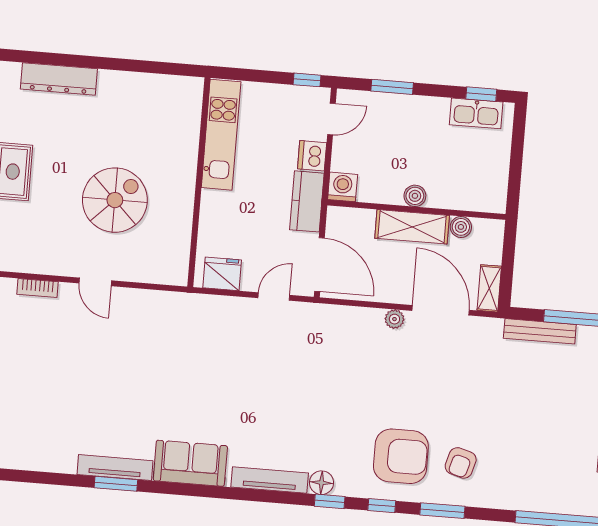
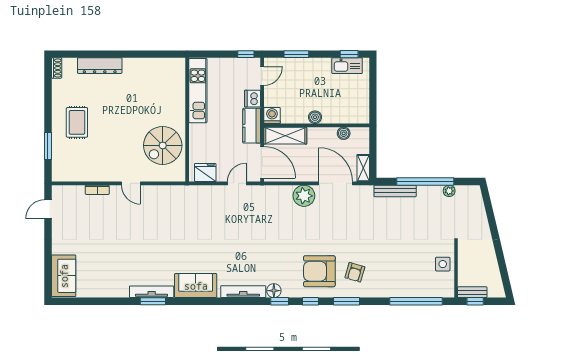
spiral stairs: (115, 200) -> (163, 145), moved, turned 180
shelving: (412, 227) -> (285, 136), moved
plant: (394, 319) -> (304, 196), width x1.87, depth x1.87
armchair: (401, 456) -> (319, 271), turned 180

